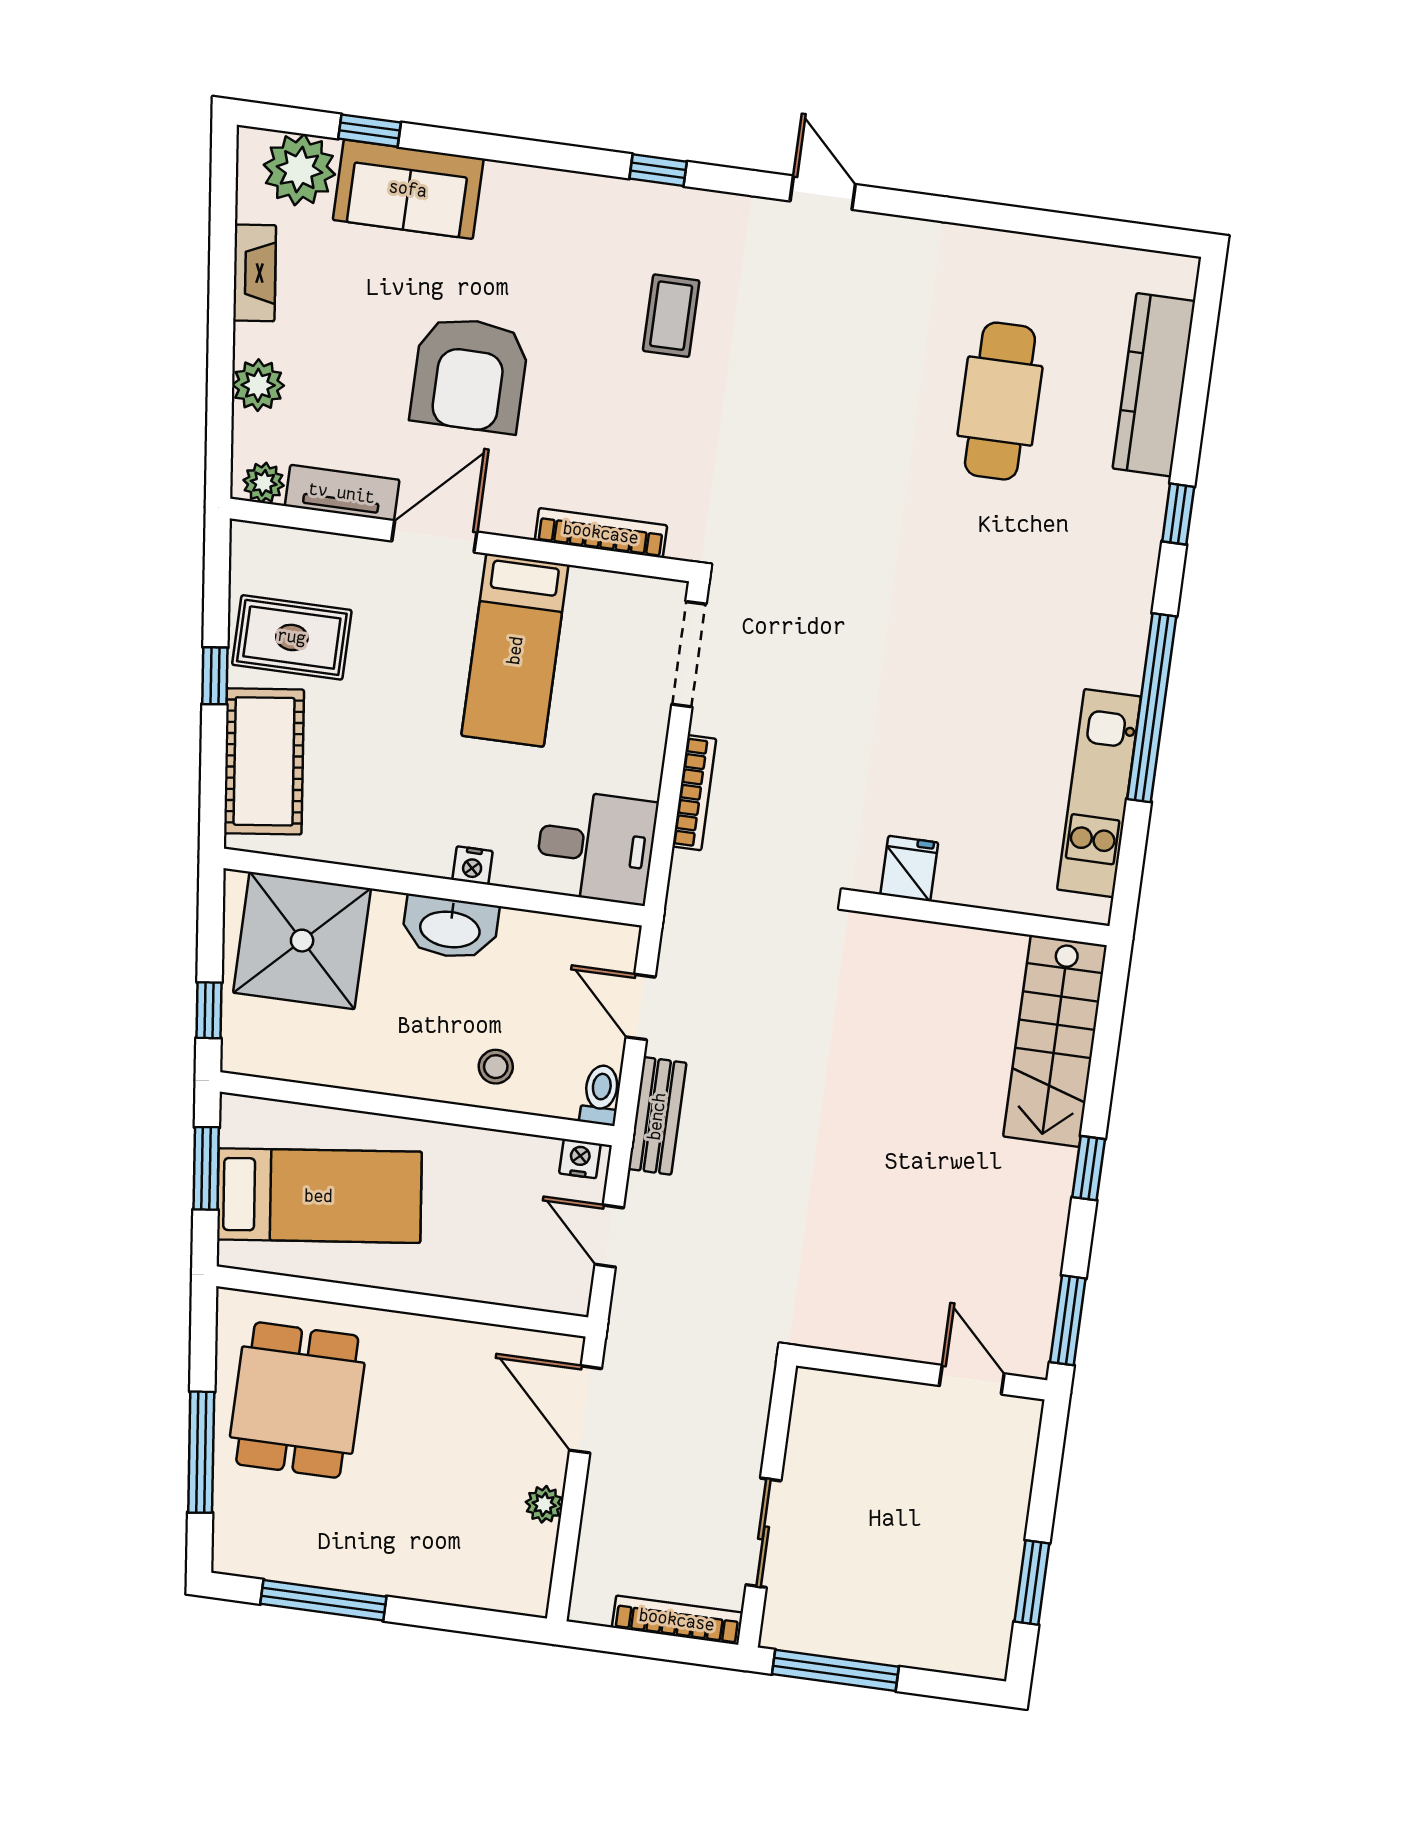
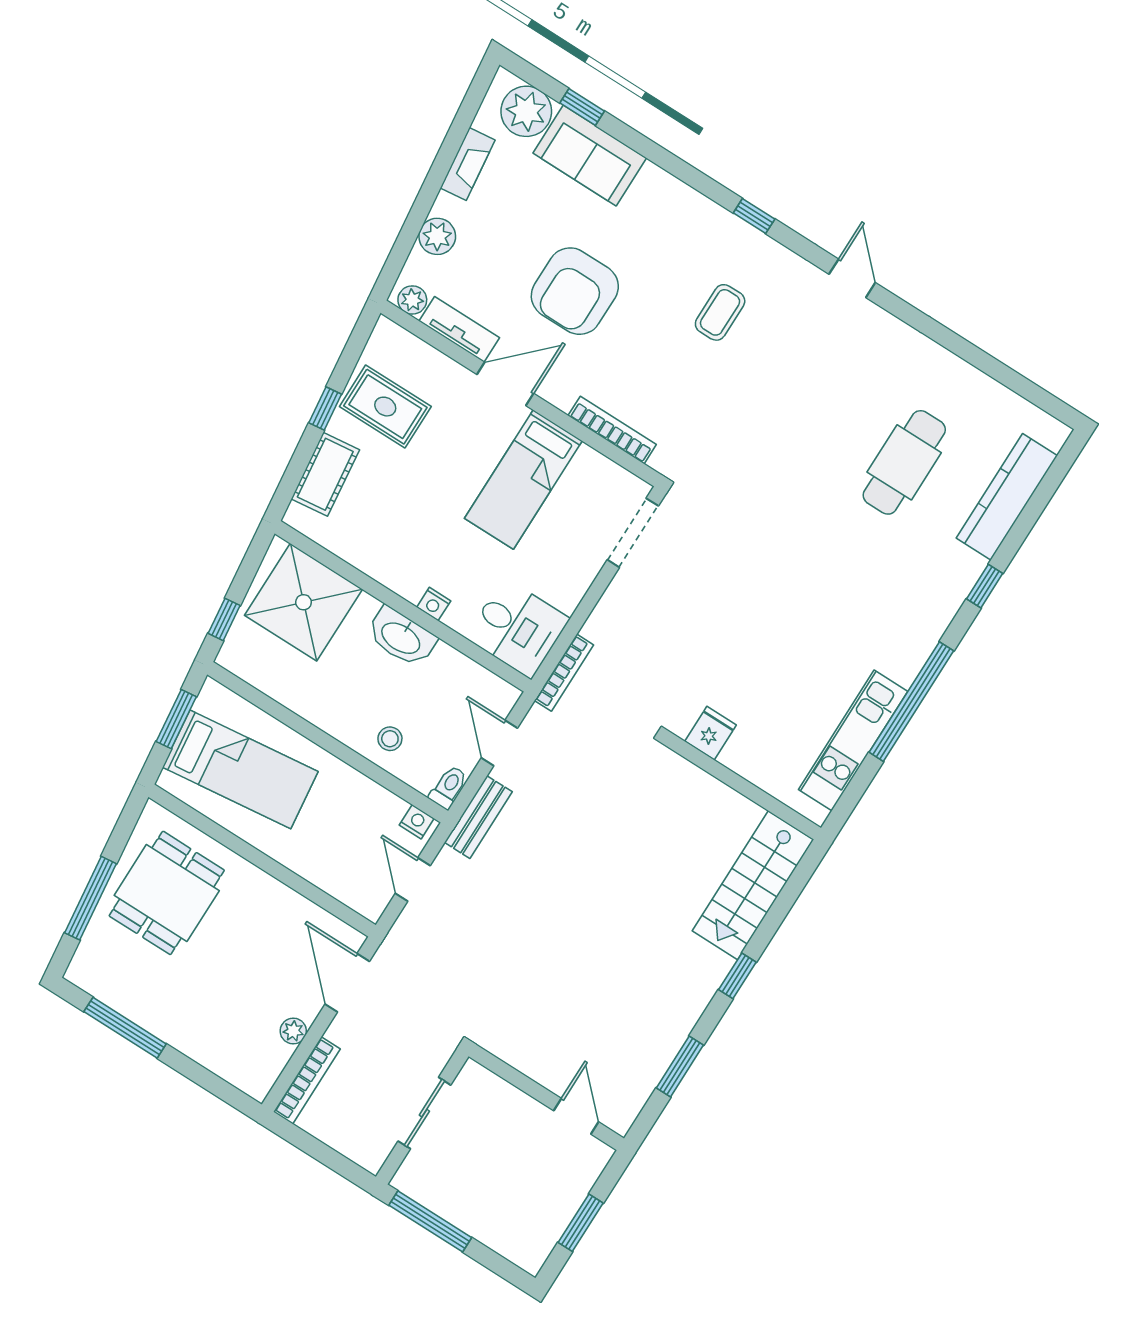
cot: (264, 761) -> (325, 474), width x0.73, depth x0.75
bookcase: (694, 793) -> (564, 673), moved
wall: (922, 1373) -> (546, 1097), moved
door: (972, 1380) -> (576, 1116), moved
bookcase: (677, 1620) -> (307, 1080), moved, turned 90

